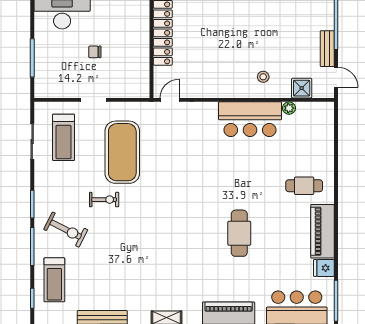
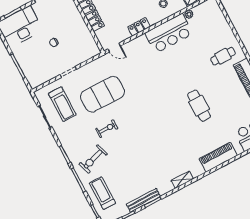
locker: (216, 90) -> (139, 27), added
door: (170, 100) -> (114, 47), swing flipped
exercise mat: (122, 152) -> (103, 94), turned 90
exercise bike: (66, 230) -> (93, 159), turned 135
treadmill: (54, 280) -> (102, 193), turned 180

